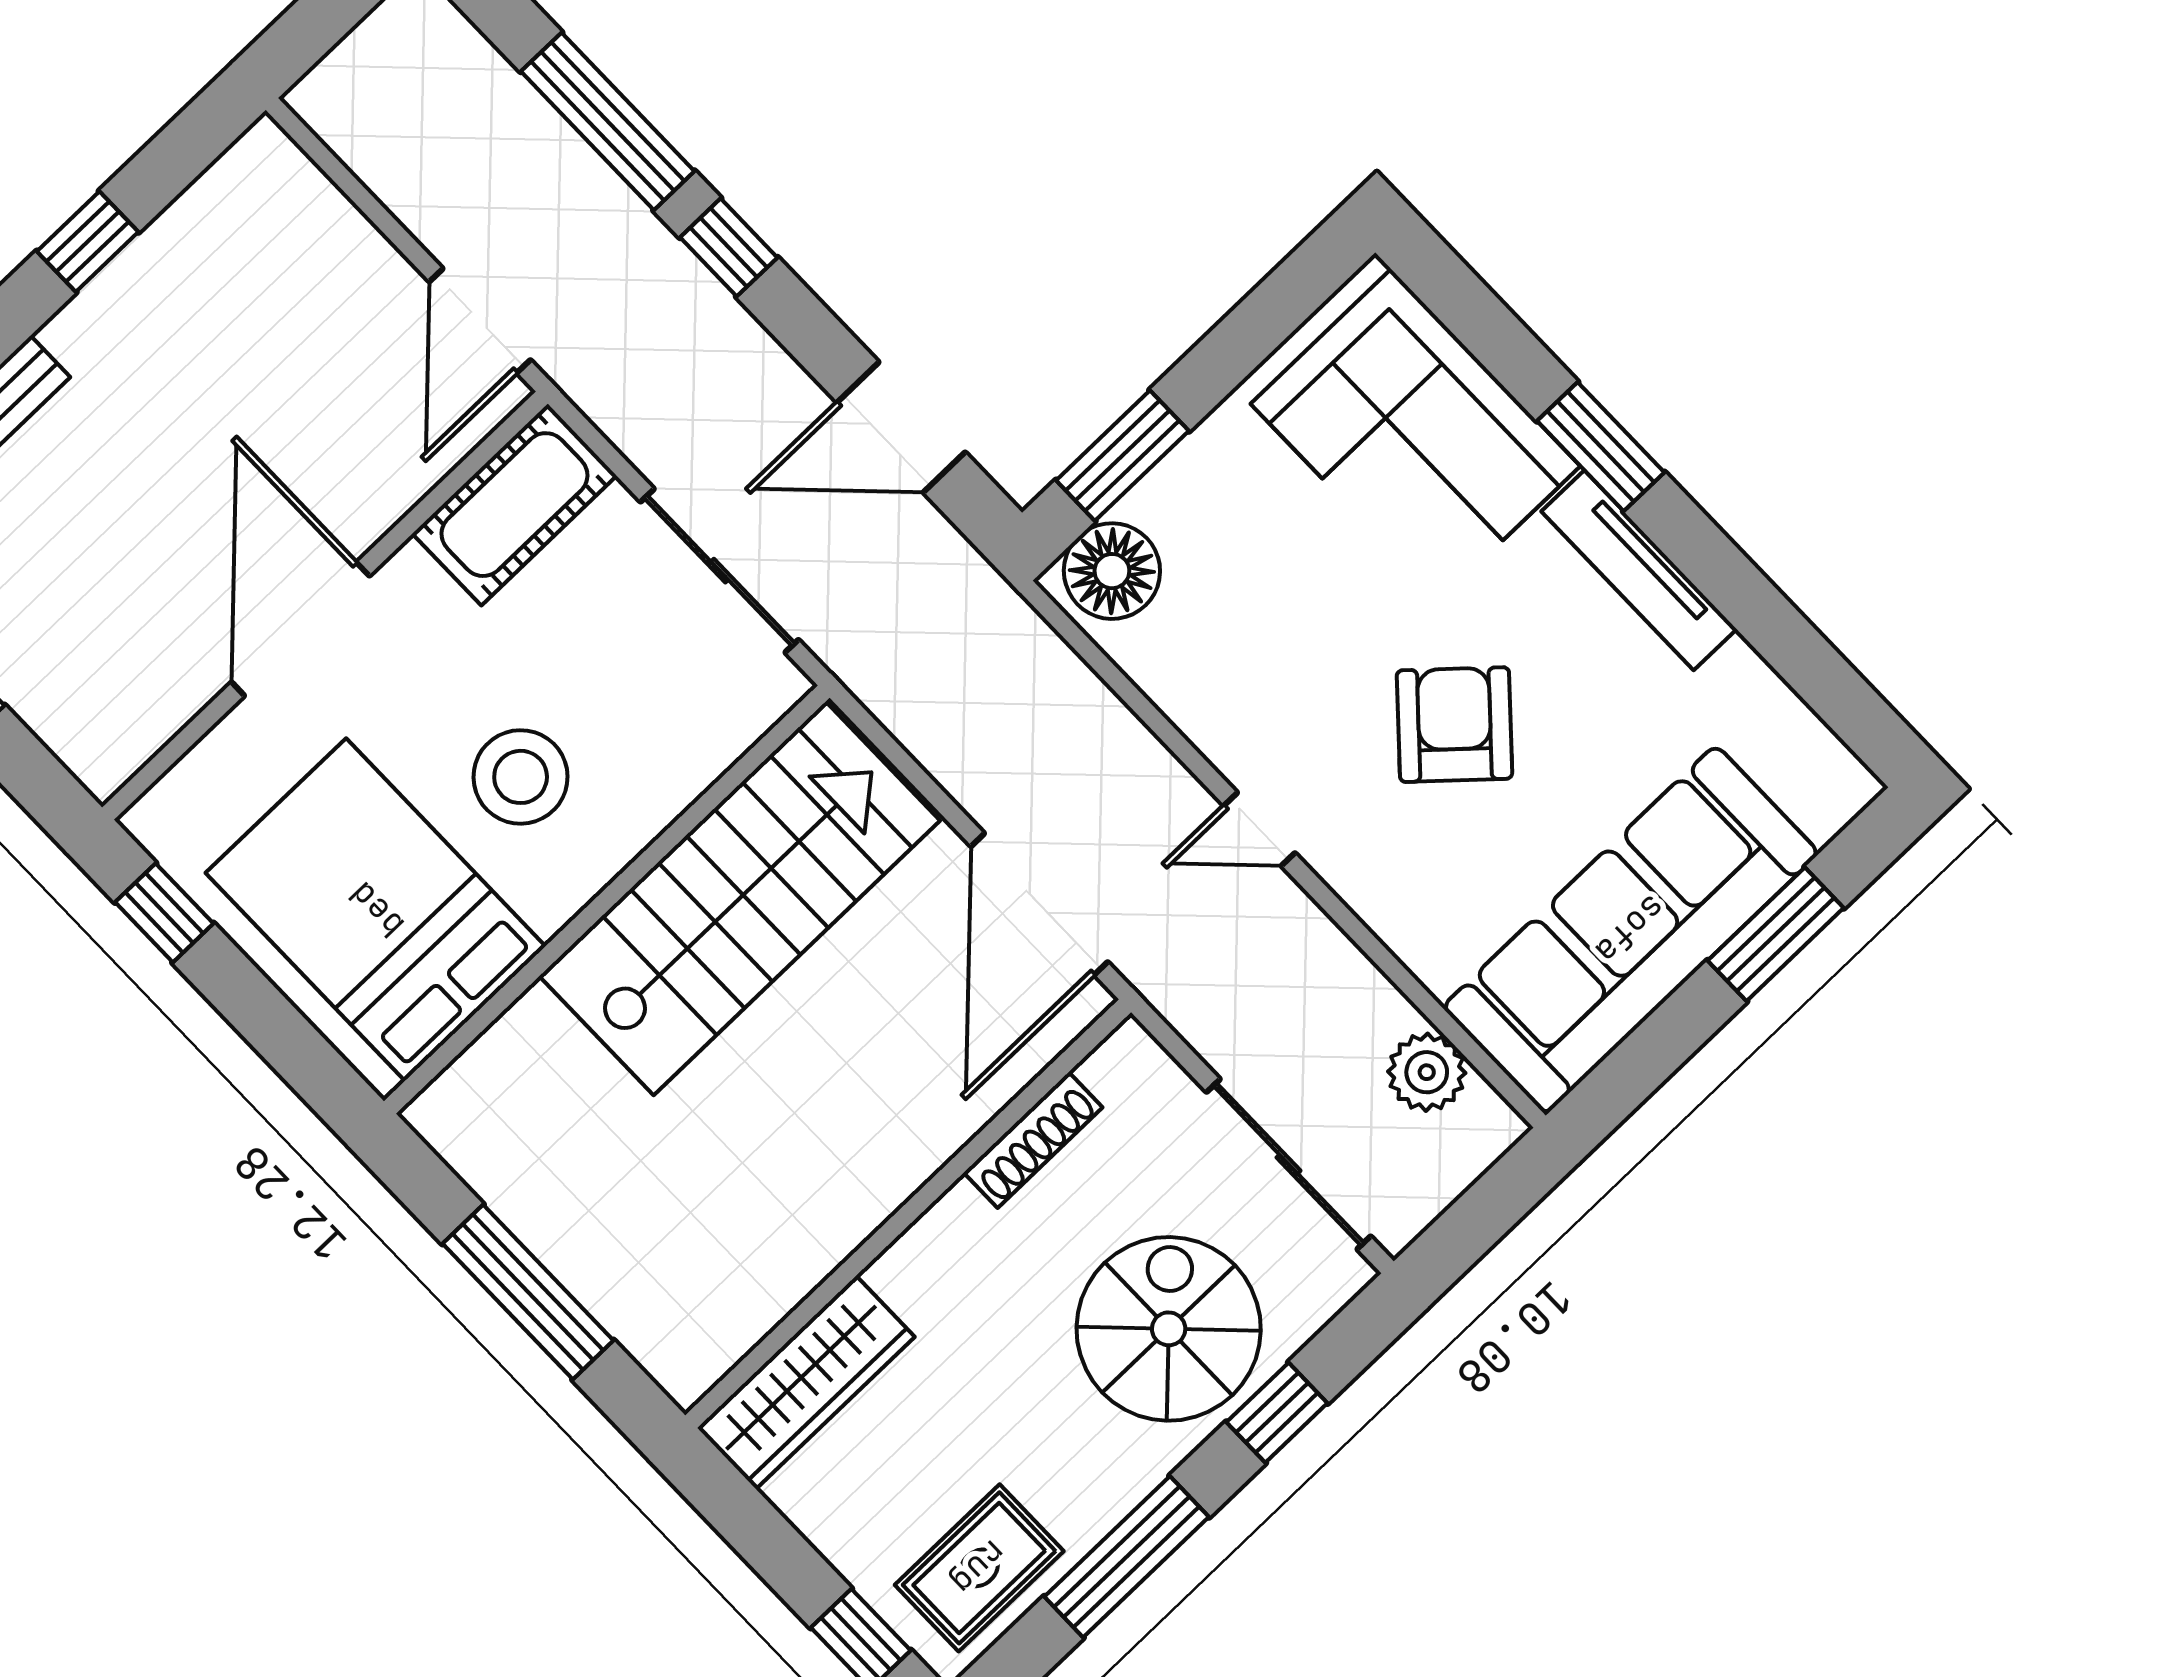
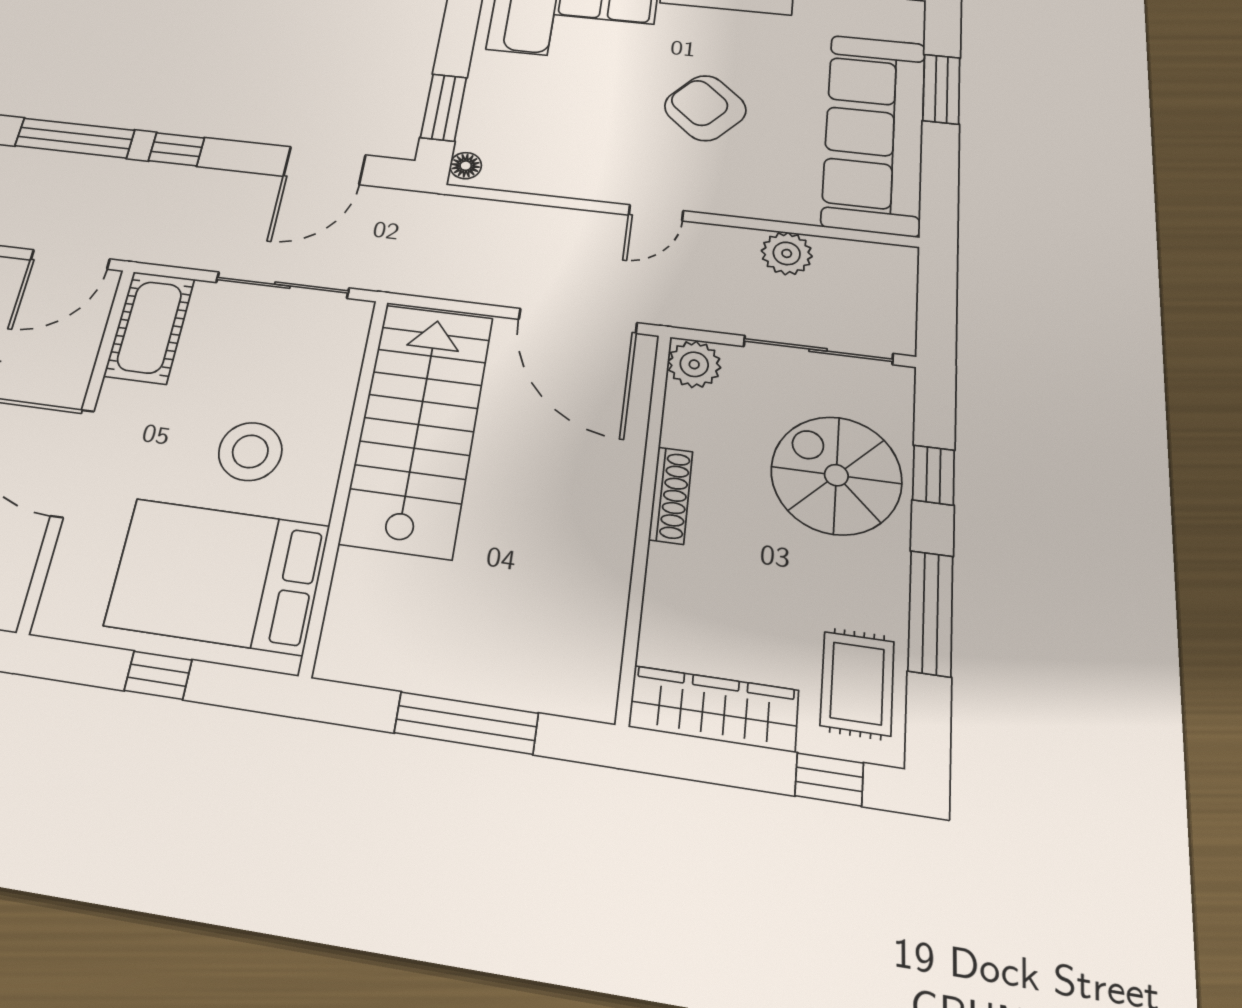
door: (480, 321) -> (70, 259), hinge flipped
floor lamp: (1112, 571) -> (466, 166), width x0.53, depth x0.53
window: (164, 913) -> (158, 675), moved
plant: (1128, 1069) -> (694, 364), added
plant: (1427, 1072) -> (787, 253), moved
shoe rack: (1033, 1140) -> (671, 495), moved
wardrobe: (806, 1382) -> (714, 709), moved, turned -90

